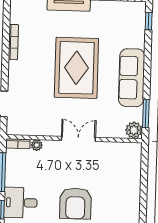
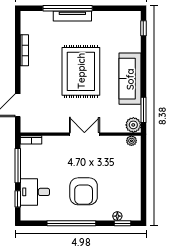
plant: (37, 145) -> (131, 141), moved

